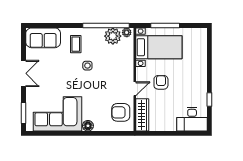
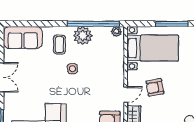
window: (165, 26) -> (172, 24), moved
plant: (113, 36) -> (83, 36), moved
armchair: (161, 82) -> (155, 87), turned -100

